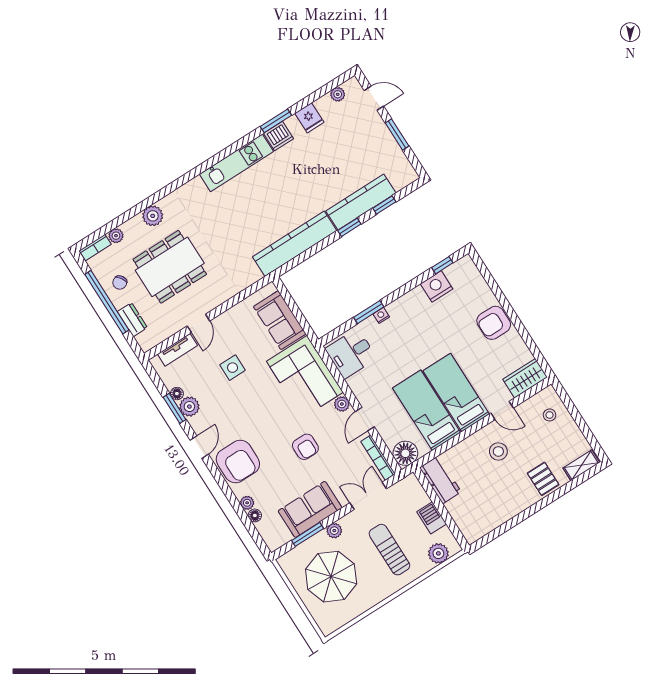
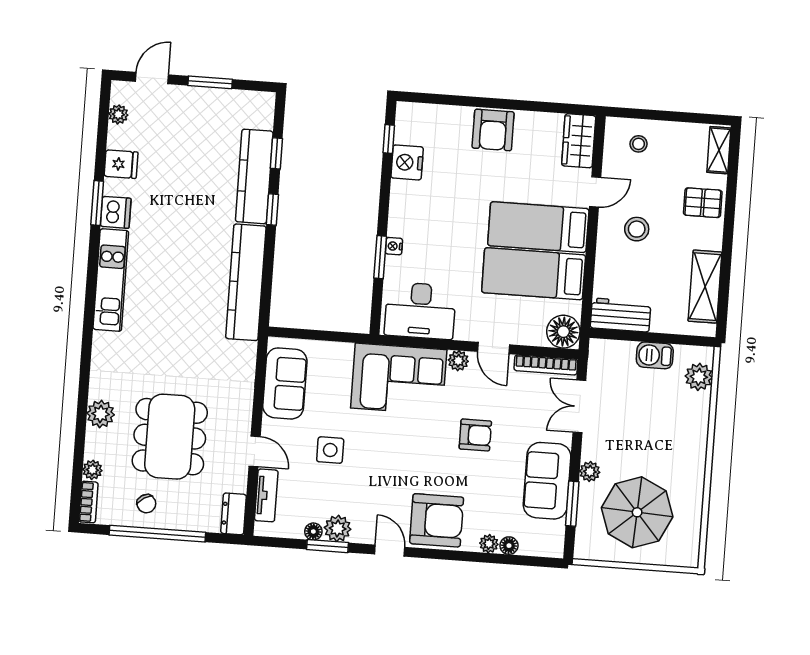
dresser: (132, 320) -> (234, 514), moved, turned -90
sofa: (280, 320) -> (285, 383), moved, turned -90
desk: (351, 354) -> (420, 311), width x1.37
shelving: (494, 517) -> (705, 287), added
sun lounger: (389, 550) -> (655, 427), removed

